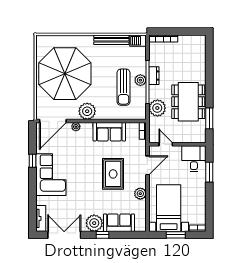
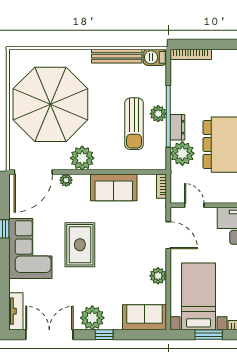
dresser: (154, 76) -> (177, 127), moved
door: (147, 165) -> (168, 235), hinge flipped
rug: (113, 174) -> (80, 245), moved
sofa: (119, 223) -> (144, 317), moved

